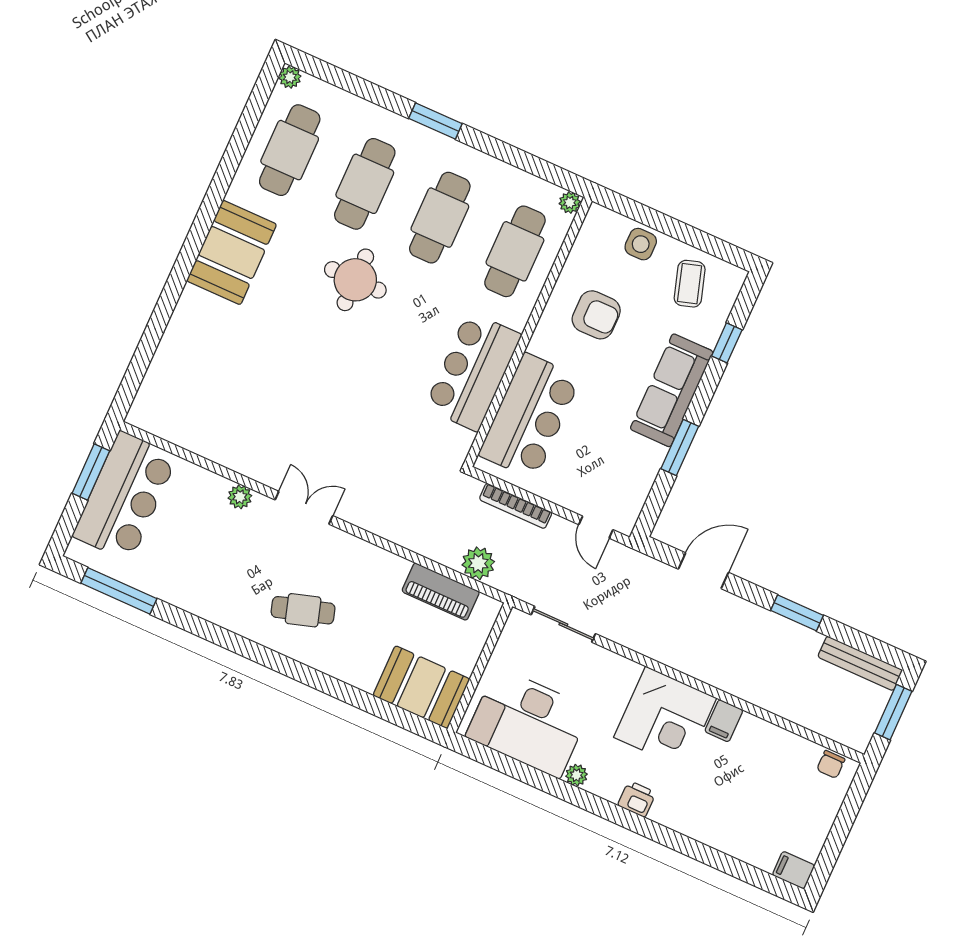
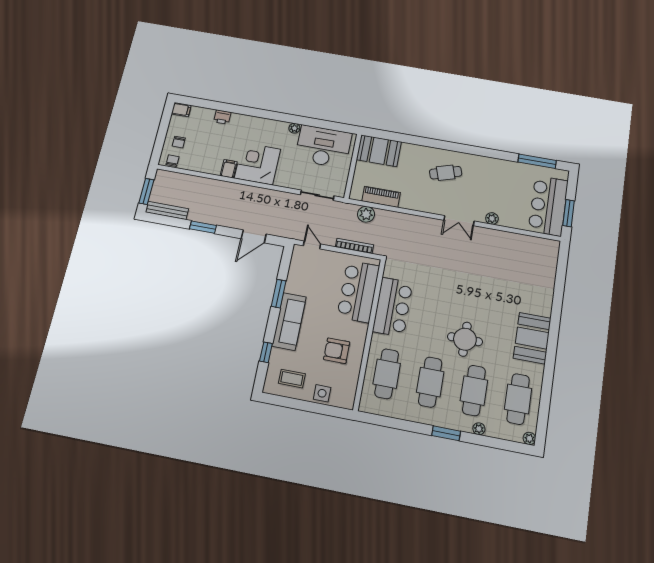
plant: (570, 203) -> (479, 429), moved
coffee table: (690, 284) -> (292, 379), turned -73
printer: (637, 799) -> (222, 117), moved
chair: (811, 801) -> (179, 142), added

